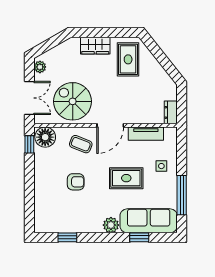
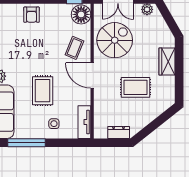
rug: (128, 59) -> (135, 87), moved
dresser: (171, 112) -> (119, 132), moved
tv unit: (146, 134) -> (84, 122), moved
armchair: (76, 182) -> (32, 15), moved

